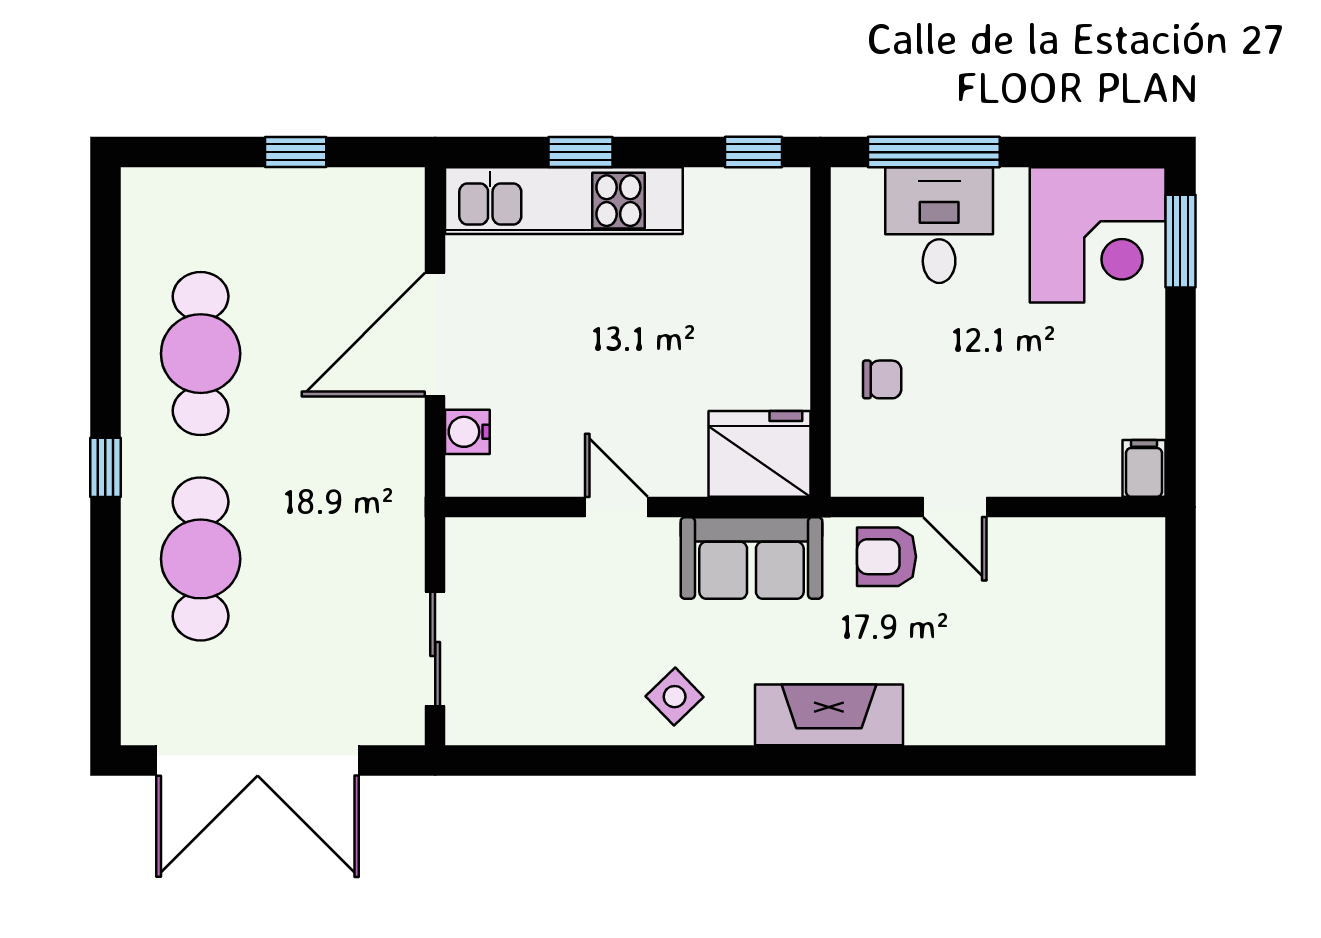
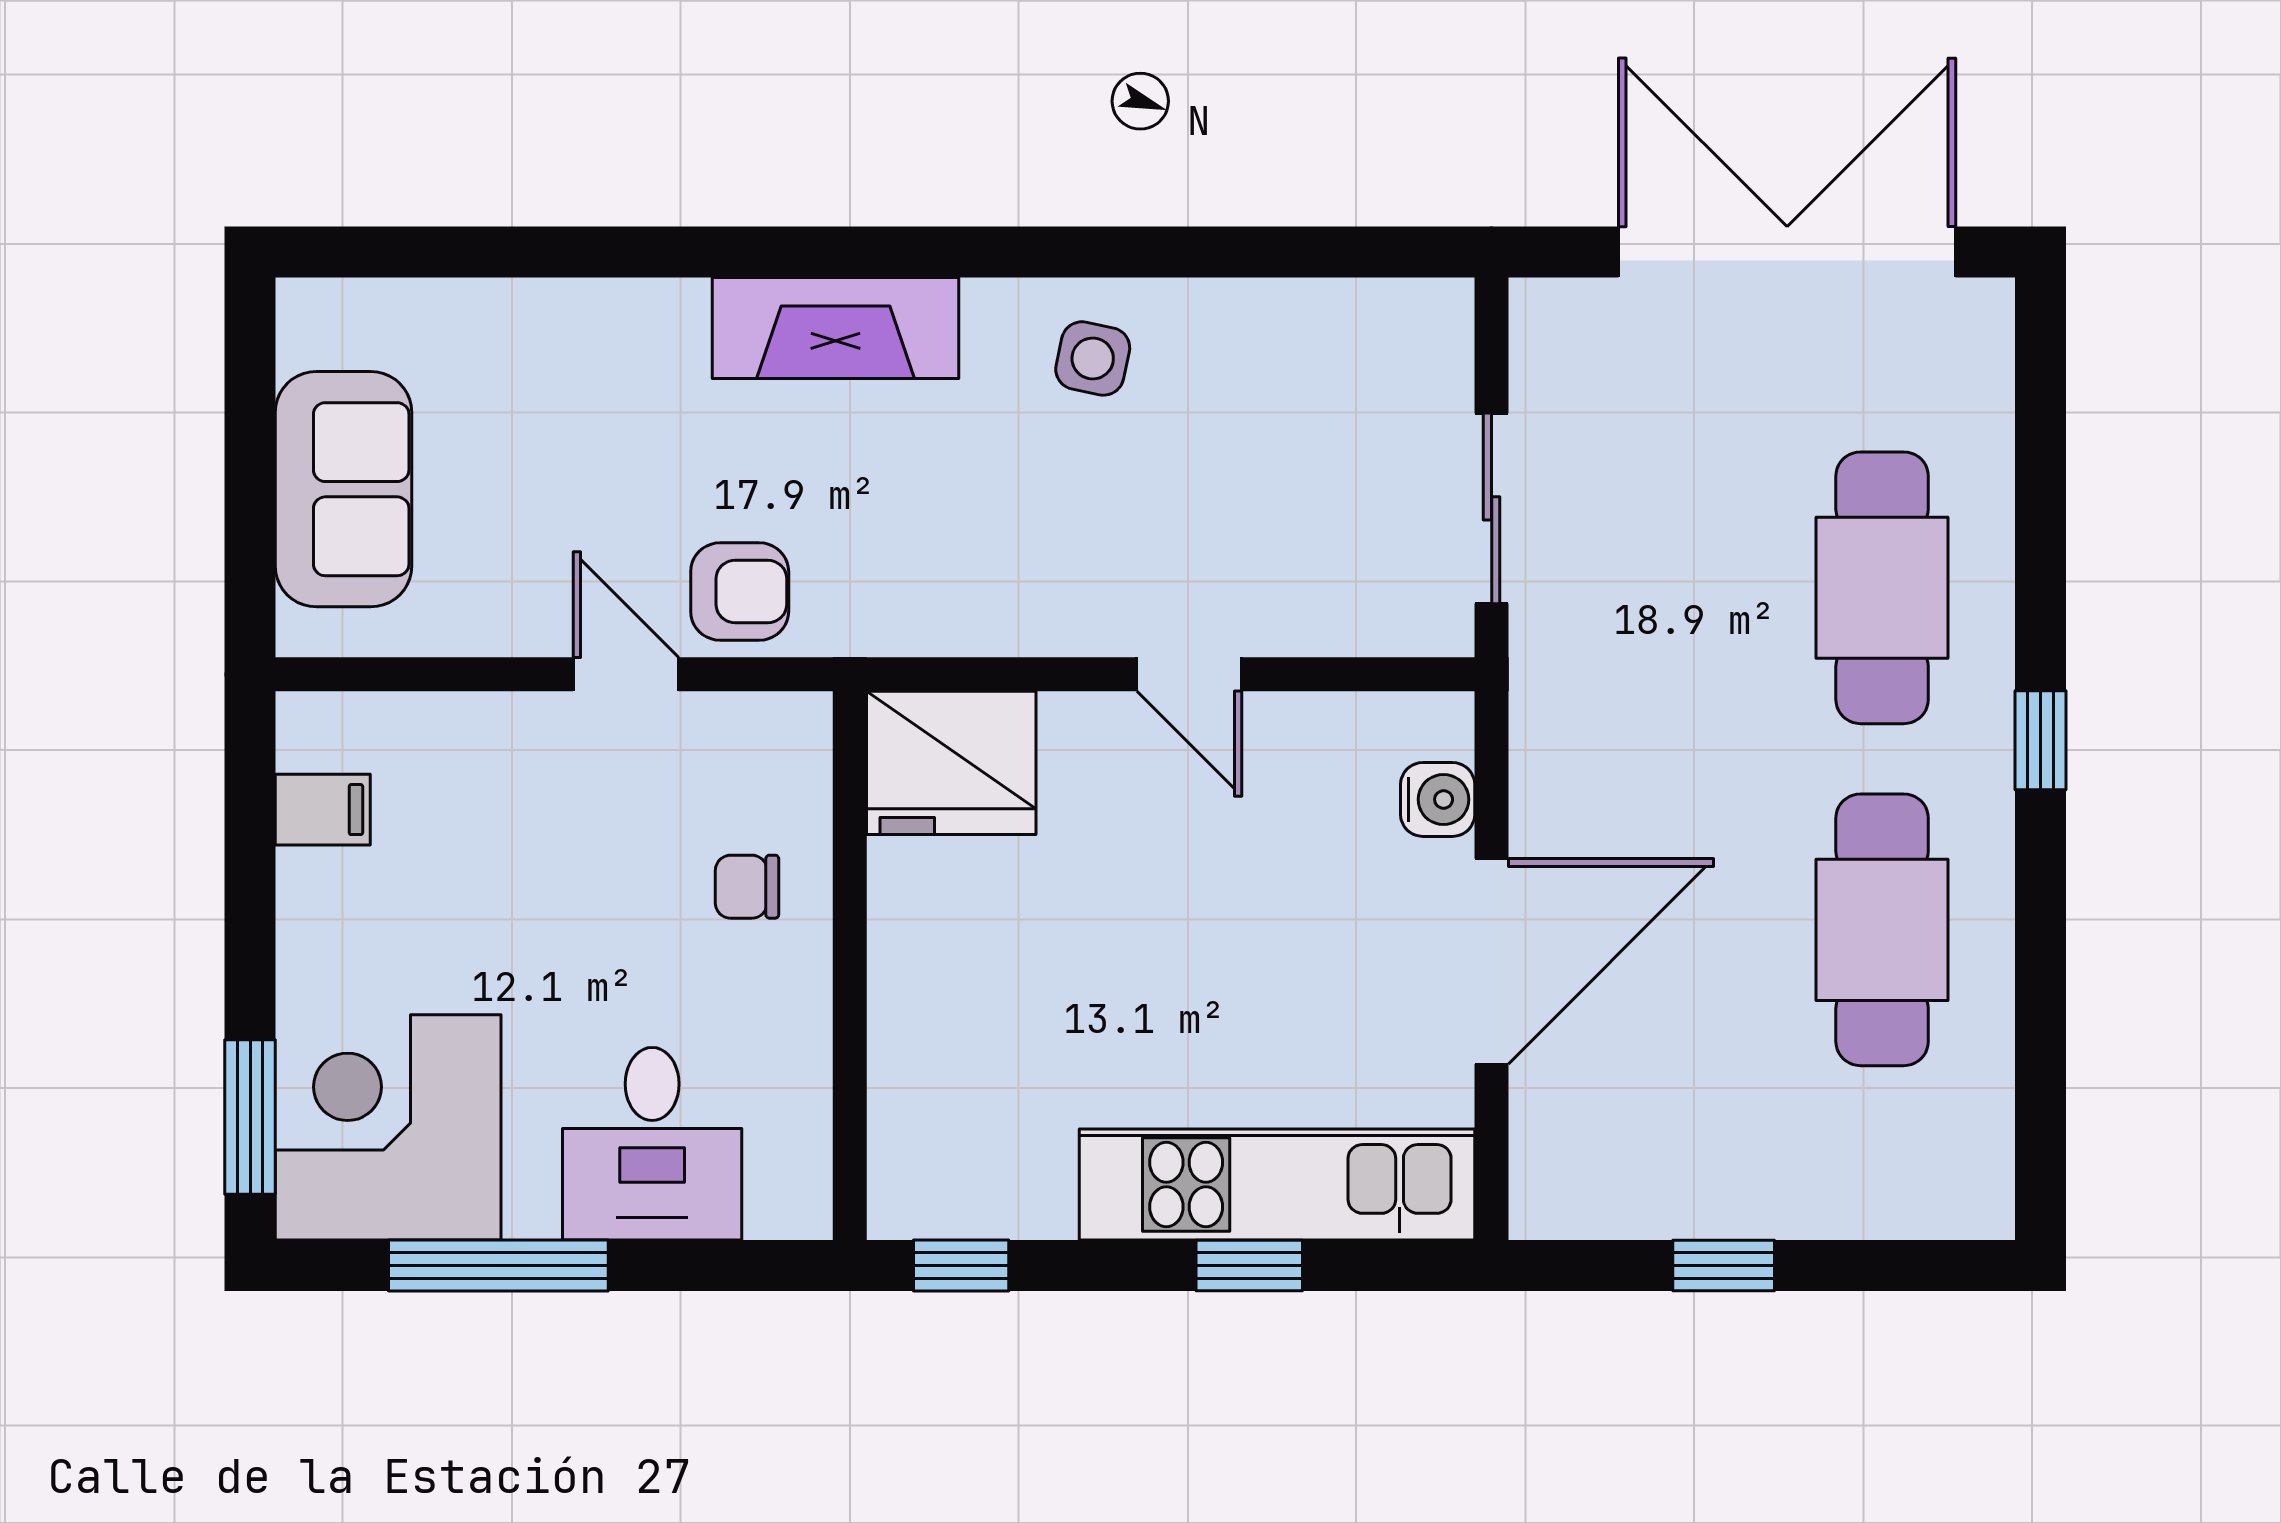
window: (934, 152) -> (498, 1266), moved
filing cabinet: (1144, 468) -> (323, 810), moved, turned -90
sofa: (752, 558) -> (344, 489), moved, turned 90
sliding door: (435, 649) -> (1492, 508), moved
side table: (675, 697) -> (1093, 358), turned -34

